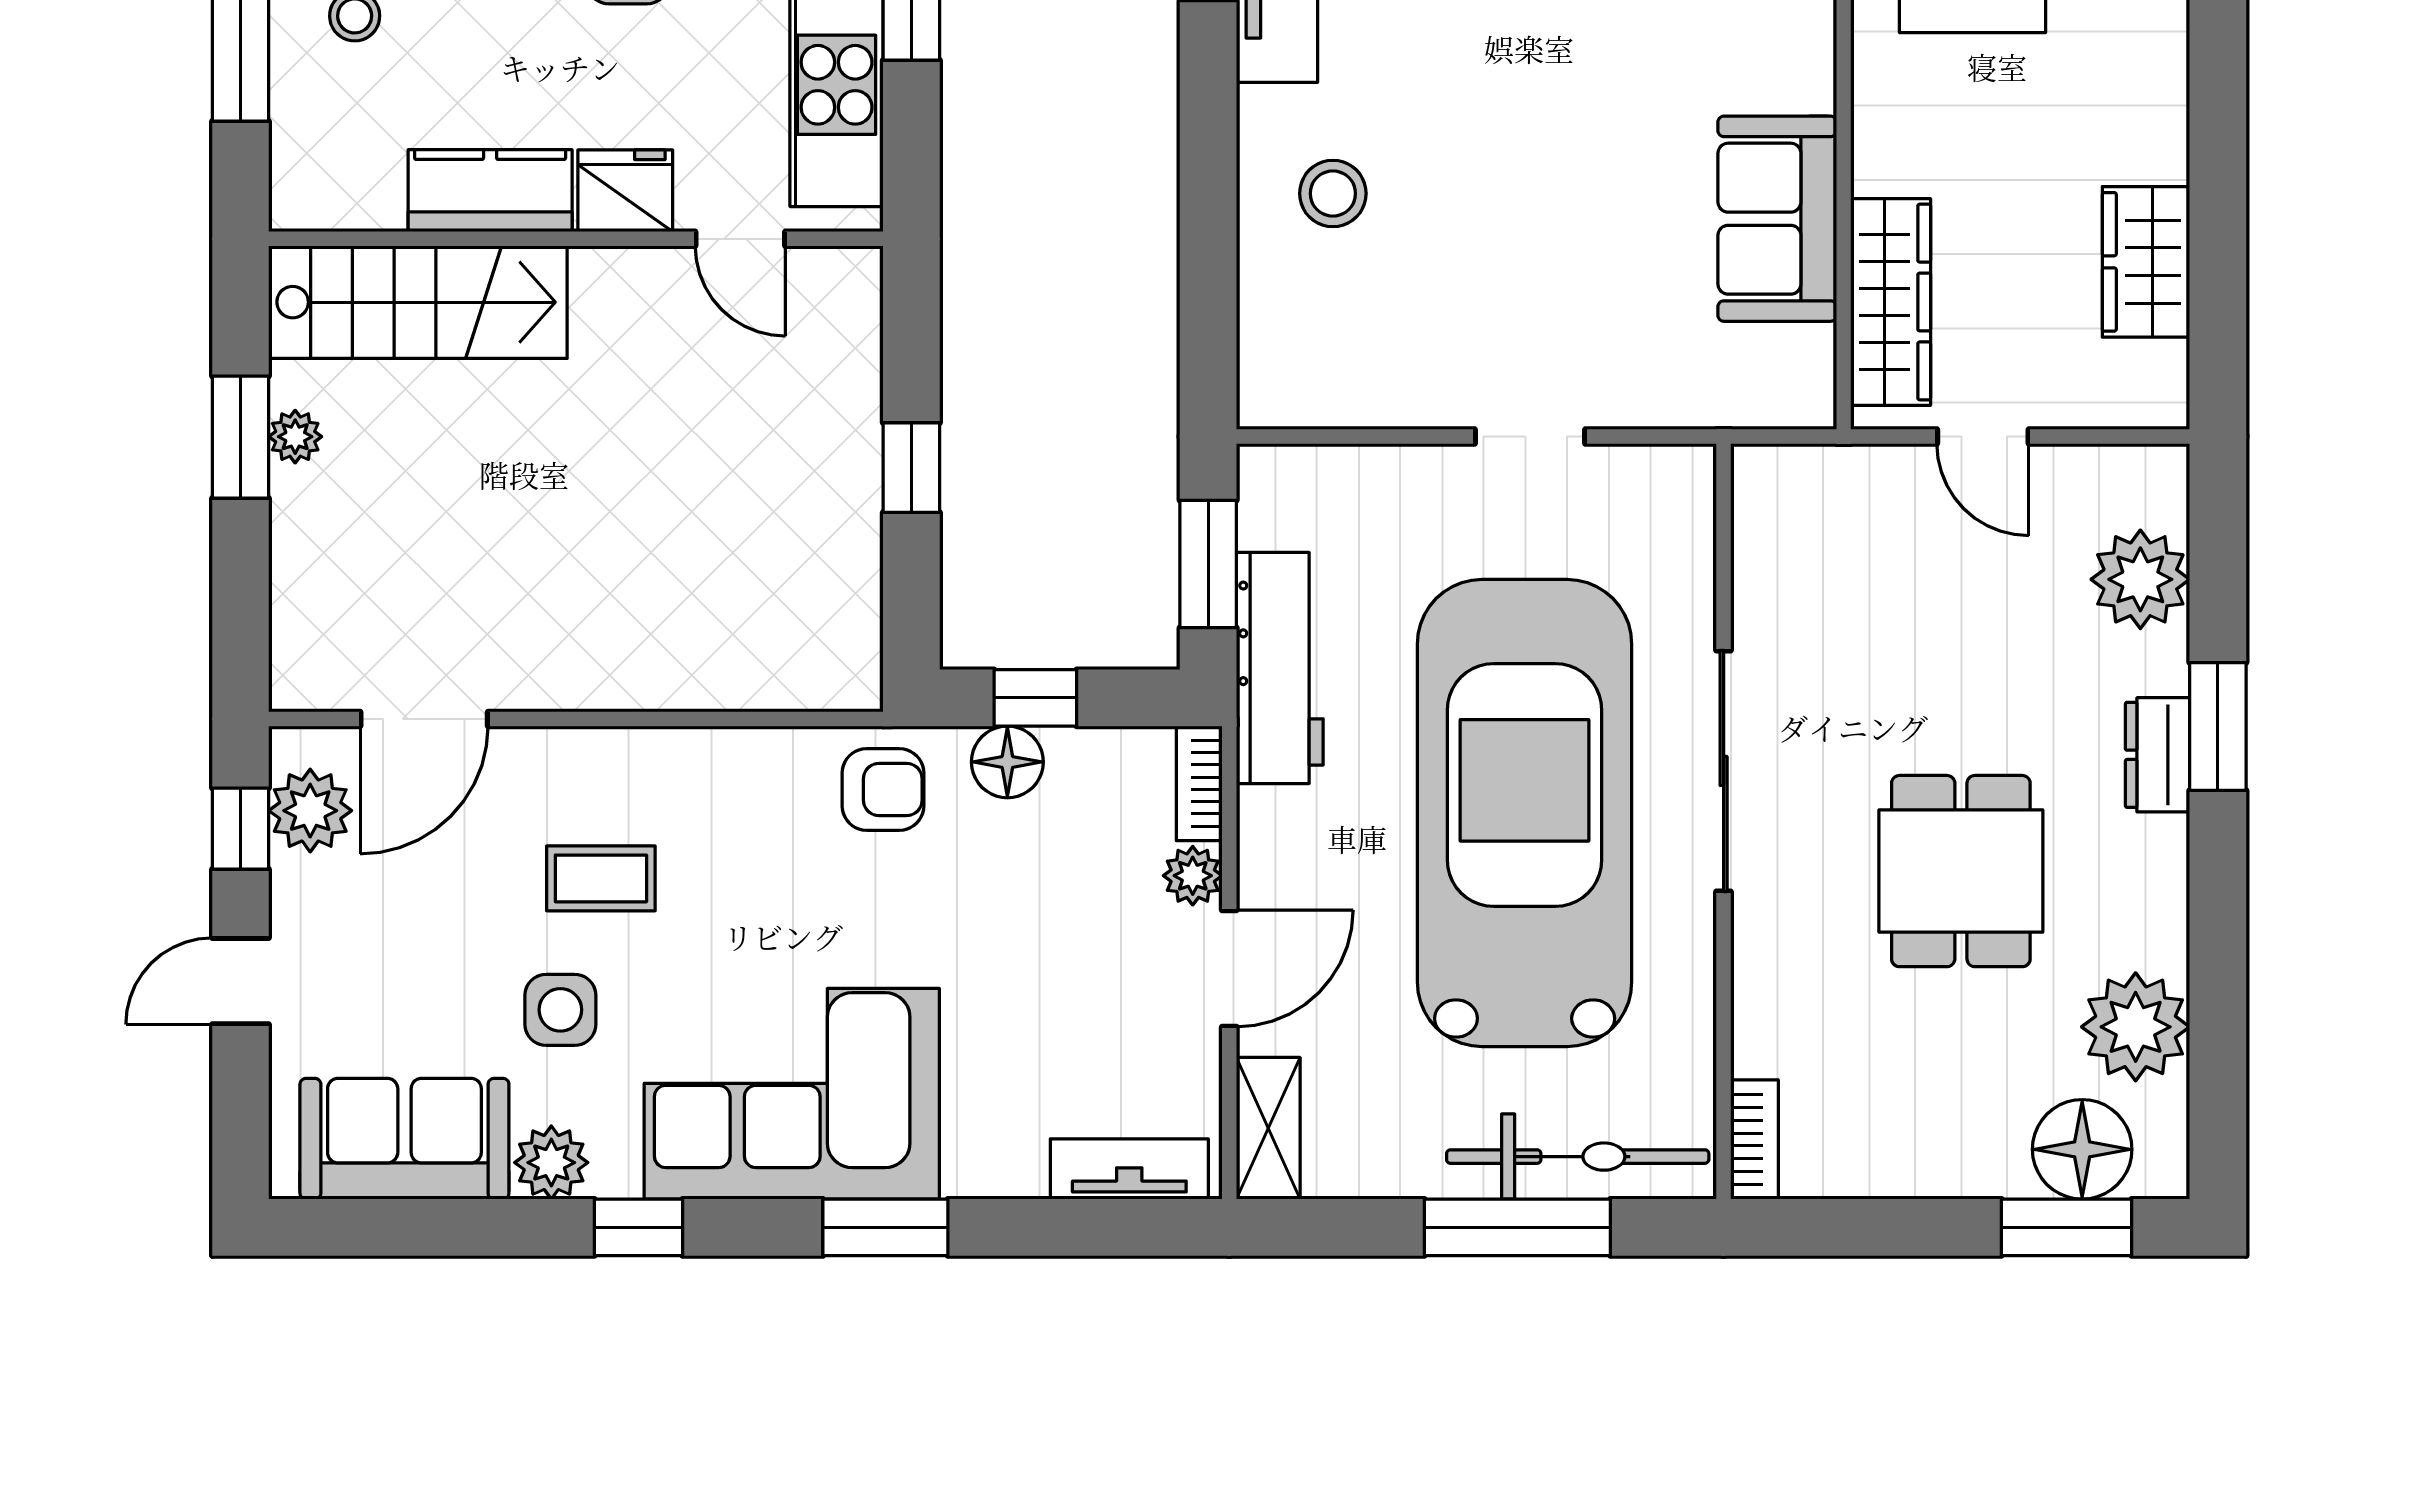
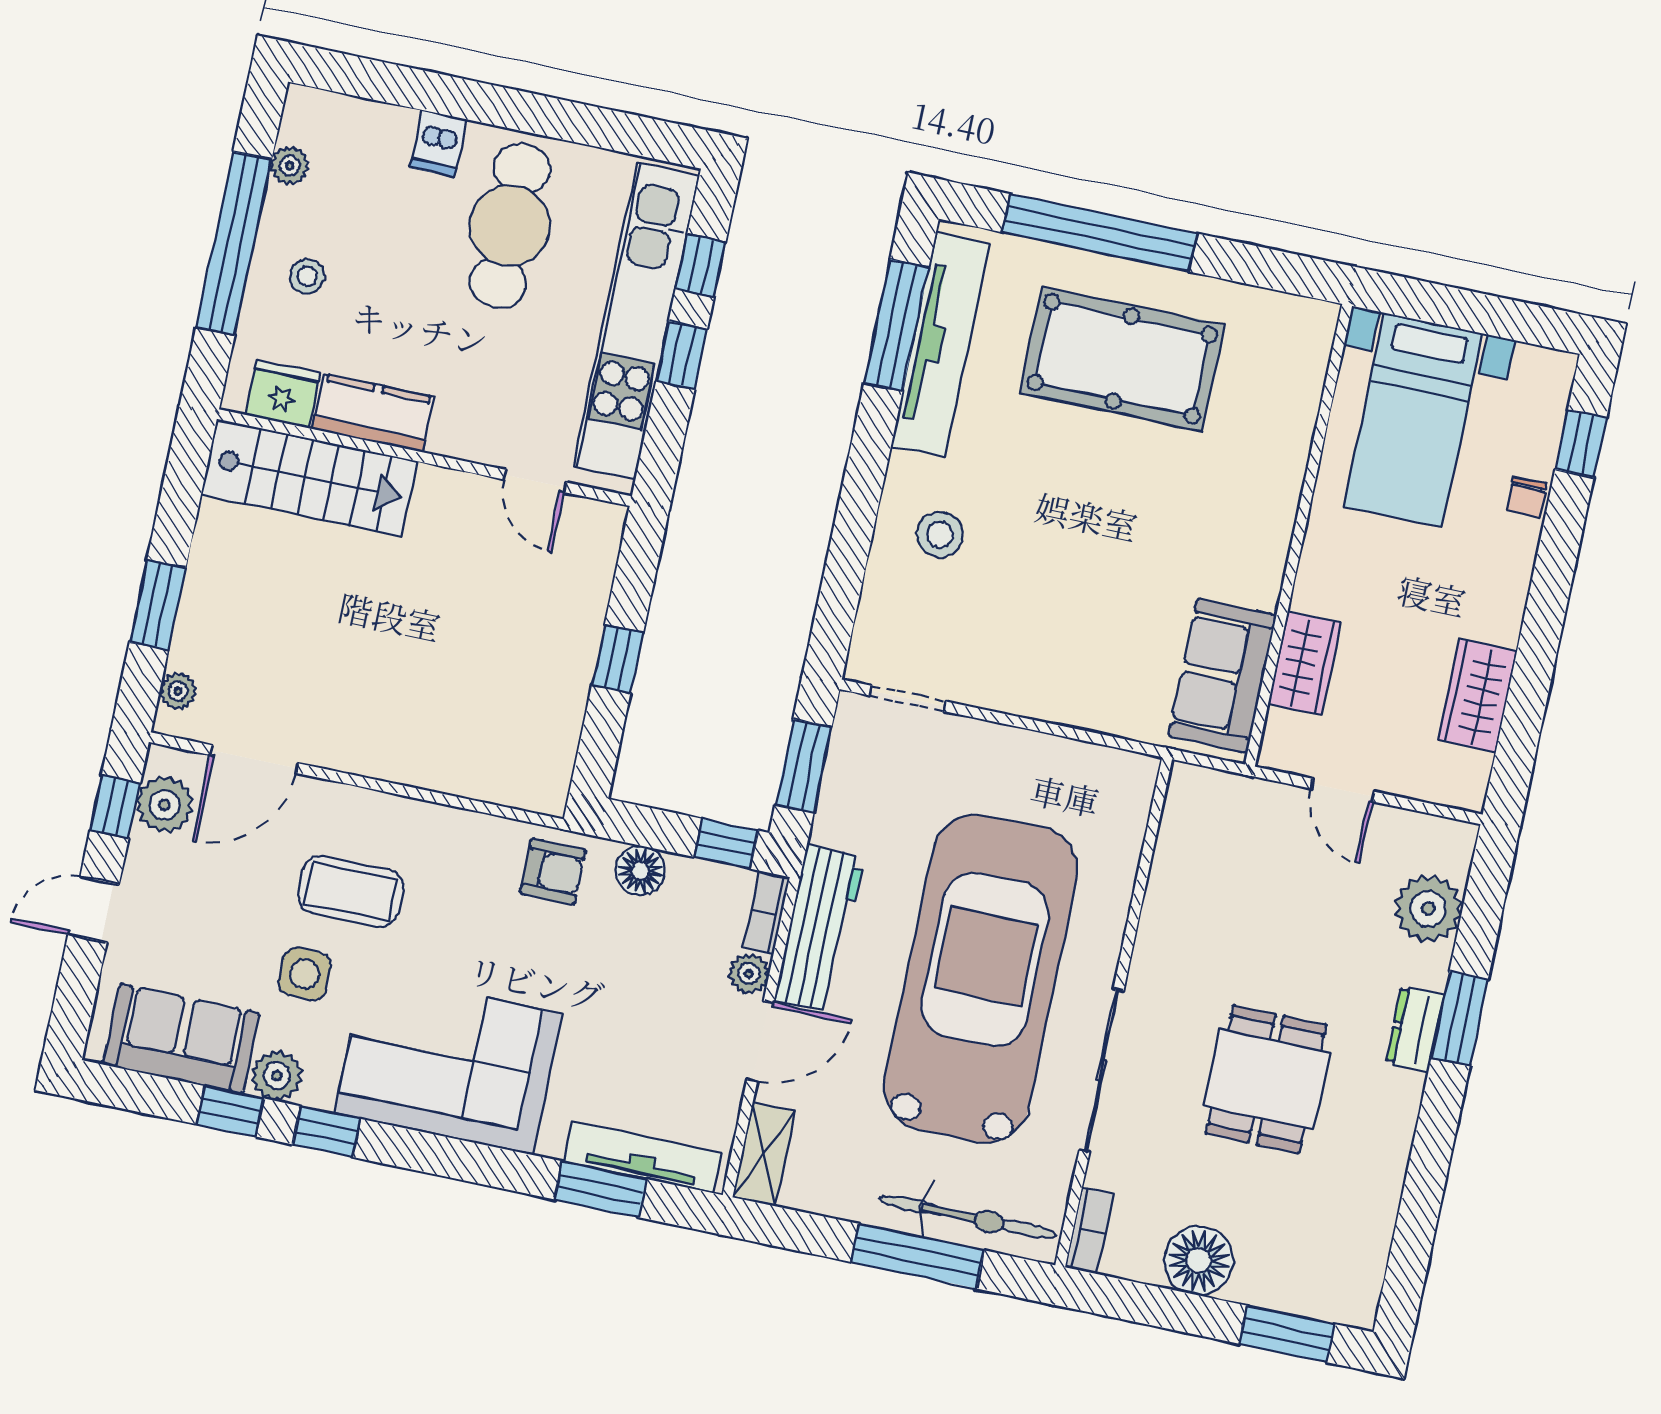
fridge: (625, 191) -> (283, 394), moved
sofa: (1777, 219) -> (1222, 676), moved
wardrobe: (1891, 302) -> (1305, 663), width x0.67
doorway: (1530, 436) -> (908, 698), moved
window: (241, 437) -> (158, 605), moved
plant: (295, 437) -> (178, 691), moved
workbench: (1280, 668) -> (819, 929), moved
window: (1035, 698) -> (726, 844), moved
sliding door: (1724, 771) -> (1101, 1070), moved
coffee table: (601, 878) -> (350, 891), width x1.36, depth x1.30
plant: (2136, 1027) -> (1362, 1209), removed
floor lamp: (2082, 1149) -> (1199, 1261), moved
tv unit: (1129, 1169) -> (643, 1157), width x1.41
window: (495, 1227) -> (230, 1111), added
window: (885, 1227) -> (600, 1189), moved

